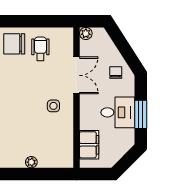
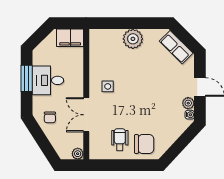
wheelchair: (40, 49) -> (120, 140), turned 180
filing cabinet: (89, 145) -> (70, 38), moved, turned -90
plant: (31, 162) -> (133, 39), width x1.88, depth x1.88

